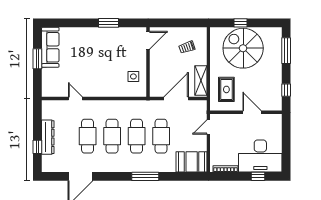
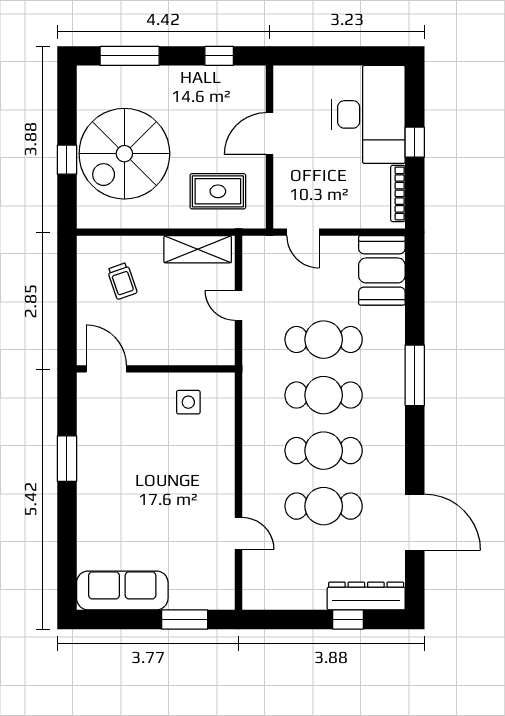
window: (37, 59) -> (185, 619), moved
door: (75, 99) -> (238, 533), swing flipped
door: (176, 99) -> (238, 305), width x0.53
dresser: (48, 137) -> (366, 596), moved
window: (258, 176) -> (415, 142), moved

